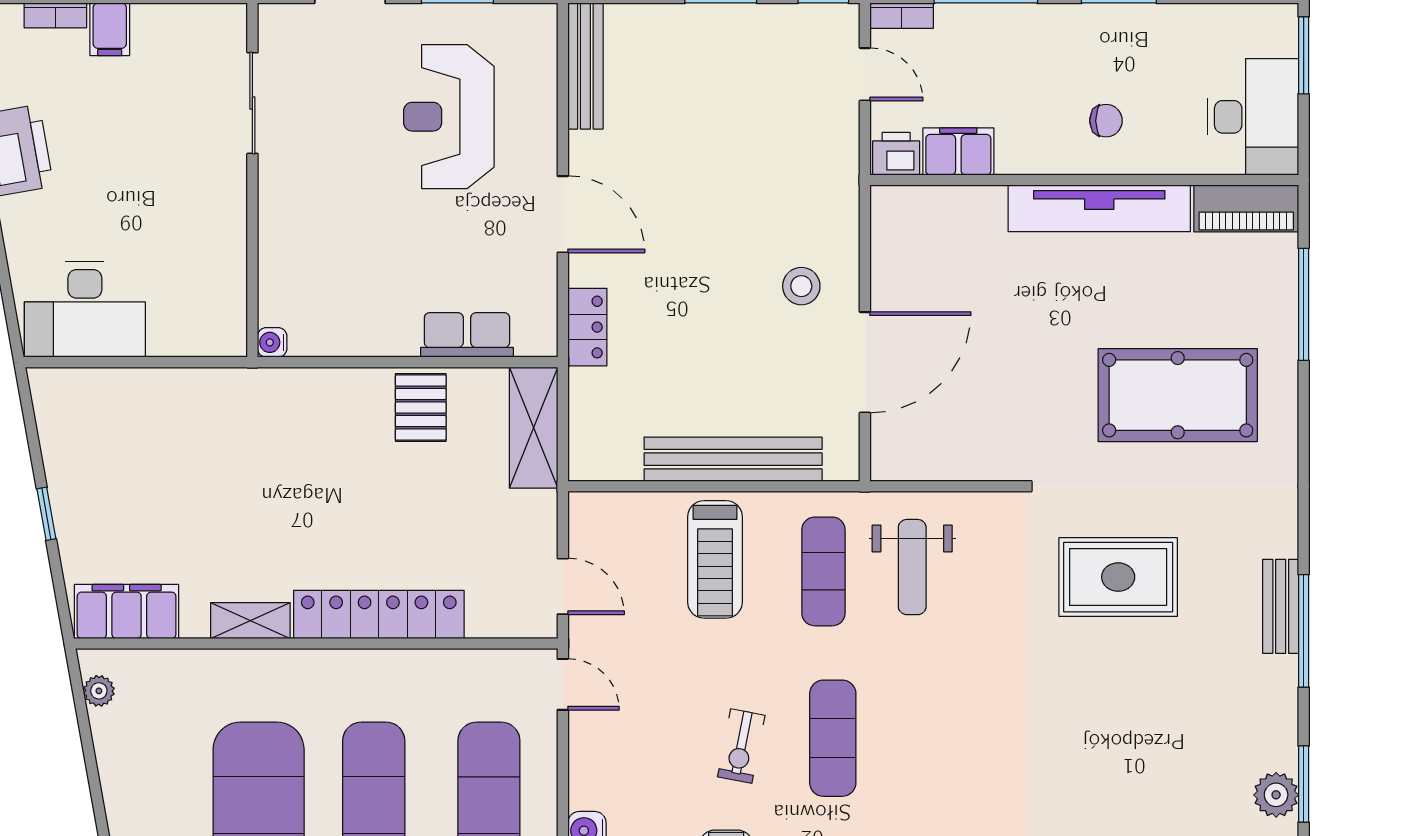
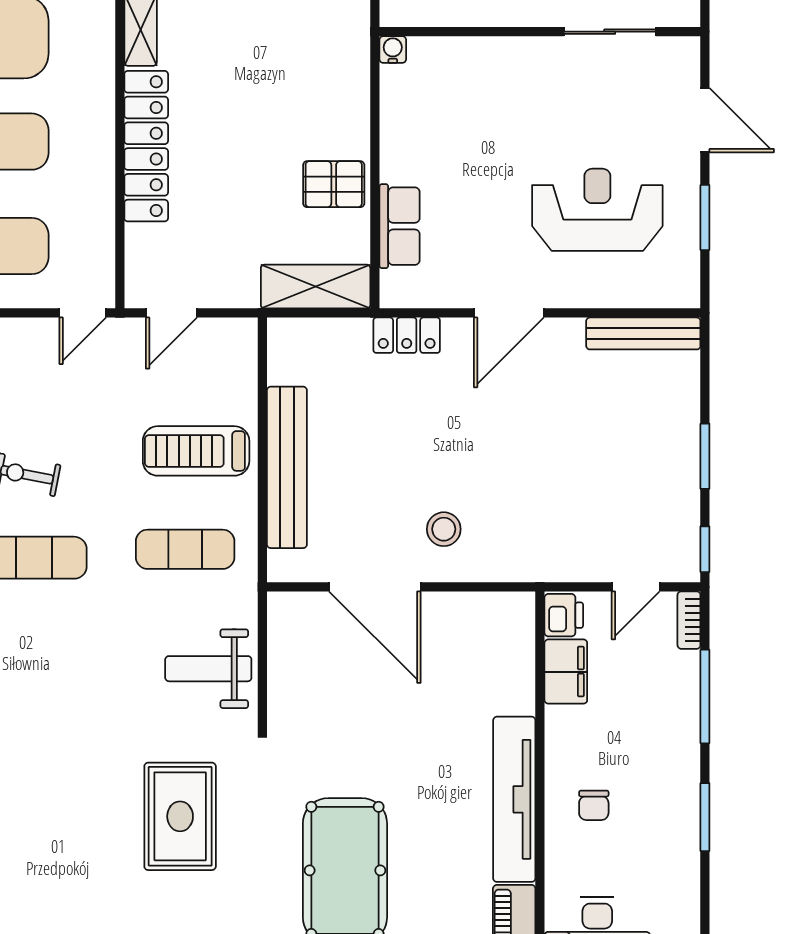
weight bench: (912, 567) -> (208, 669), moved

